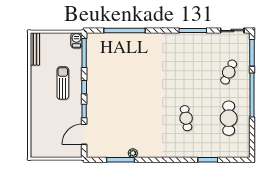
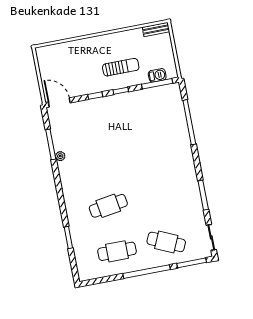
barbecue: (76, 40) -> (157, 75), moved
bench: (35, 49) -> (156, 30), width x0.73
cafe table: (229, 72) -> (166, 242), width x1.37, depth x1.35
cafe table: (186, 118) -> (108, 206), width x1.37, depth x1.35
door: (84, 134) -> (59, 102), moved

